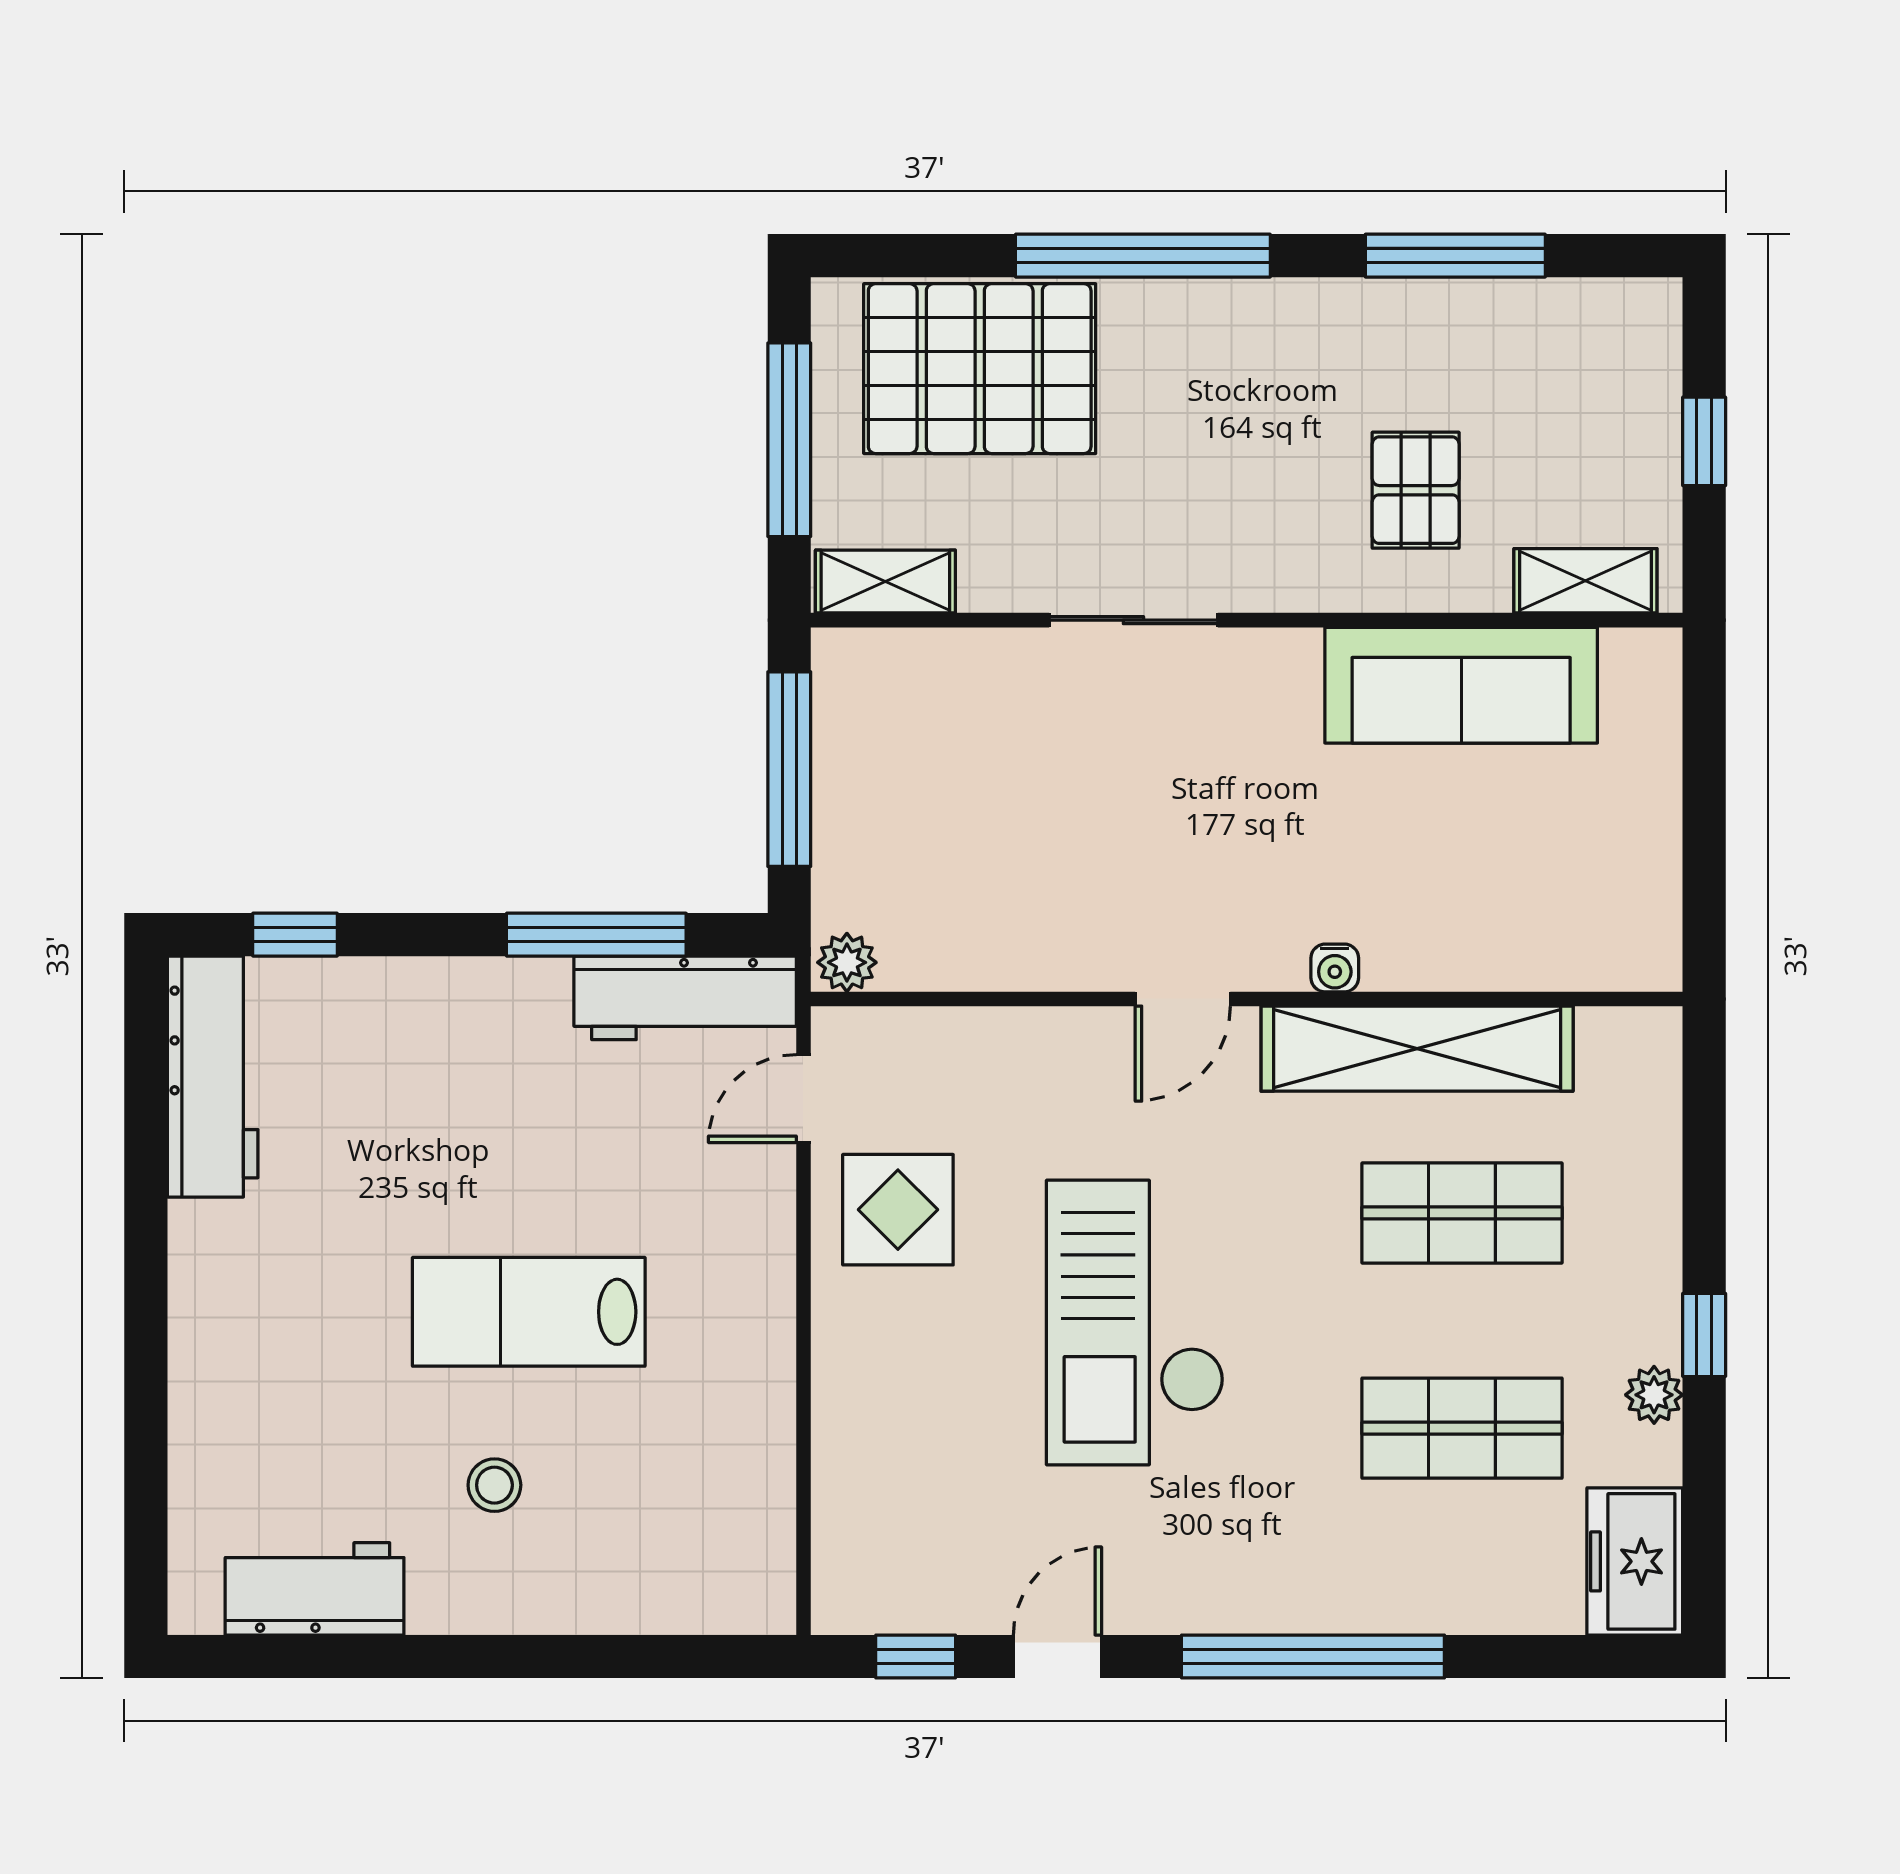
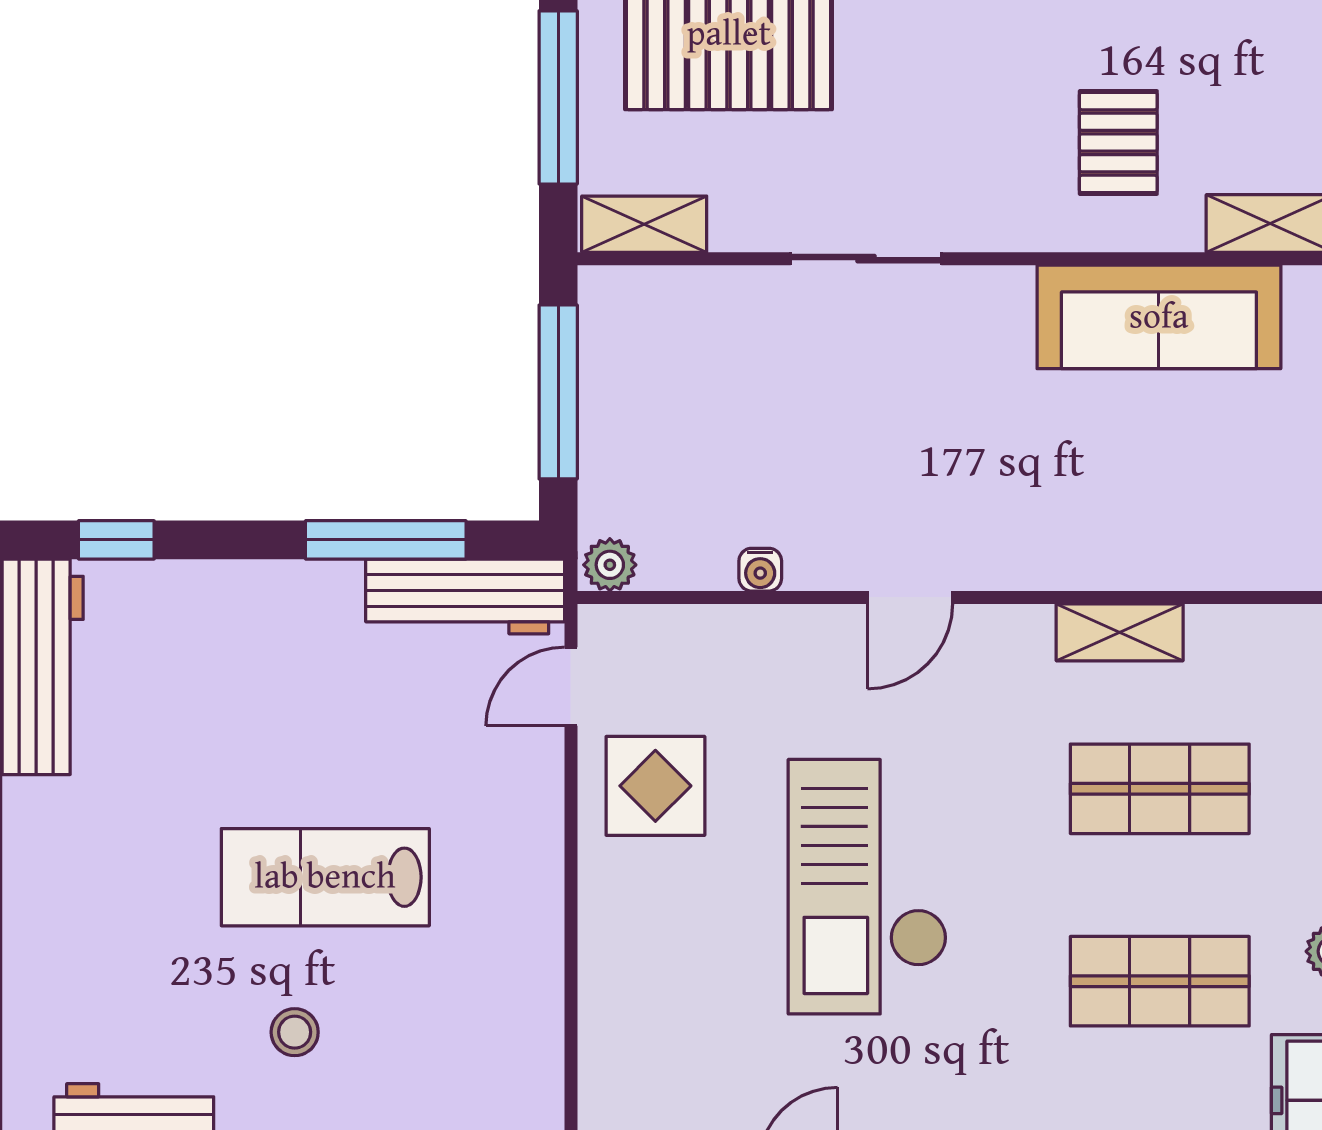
water cooler: (1335, 968) -> (760, 570), moved
shelving: (1417, 1049) -> (1120, 632), width x0.45, depth x0.75

